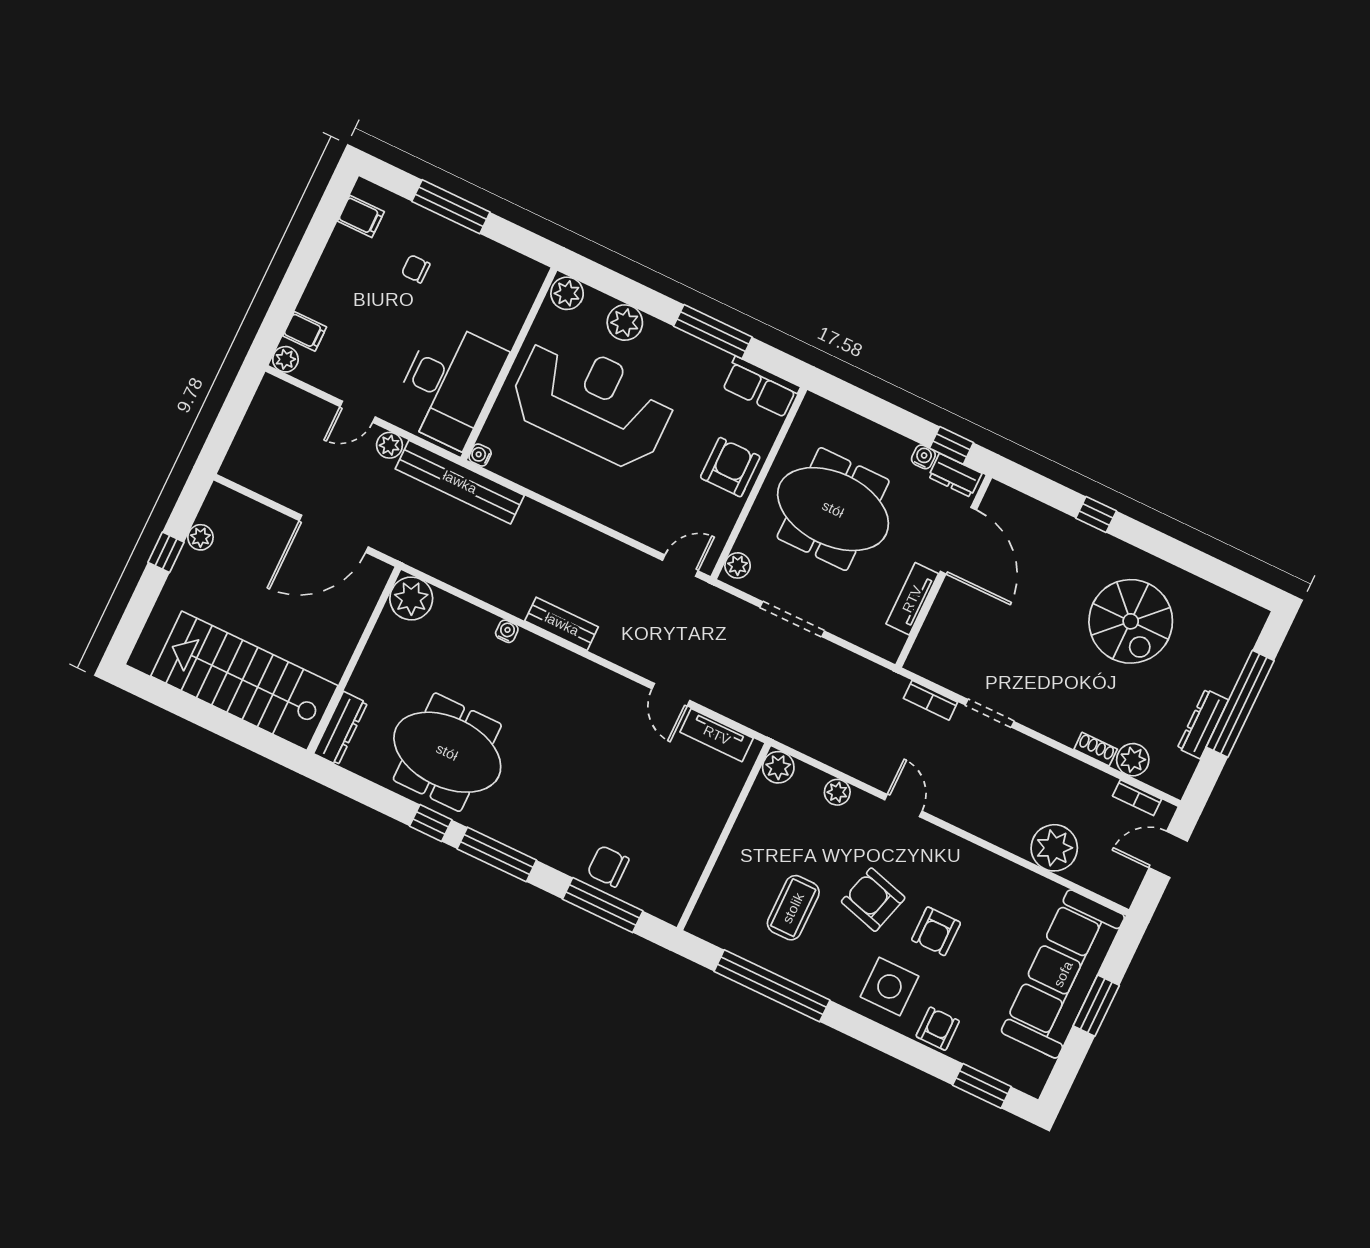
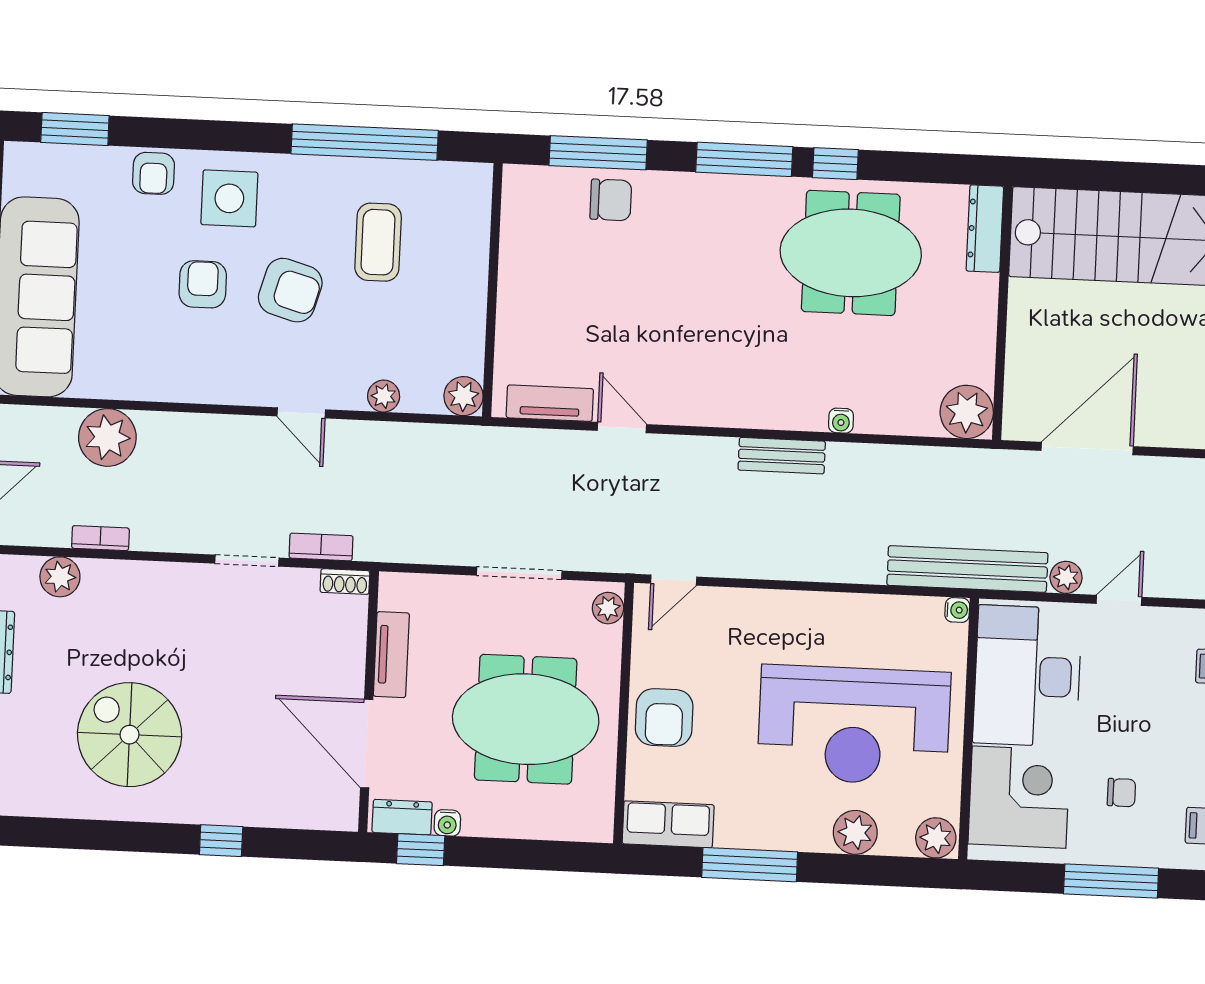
corner desk: (493, 297) -> (1019, 797), added
shoe rack: (1096, 749) -> (345, 582), moved
bookcase: (1137, 798) -> (100, 538), moved

